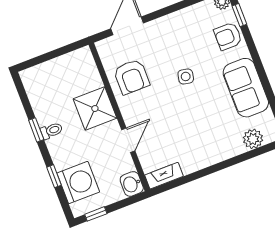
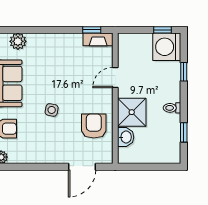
window: (36, 130) -> (184, 132), moved
washing machine: (78, 182) -> (167, 47), moved
washbasin: (132, 184) -> (126, 137), moved
window: (175, 184) -> (92, 30), added

